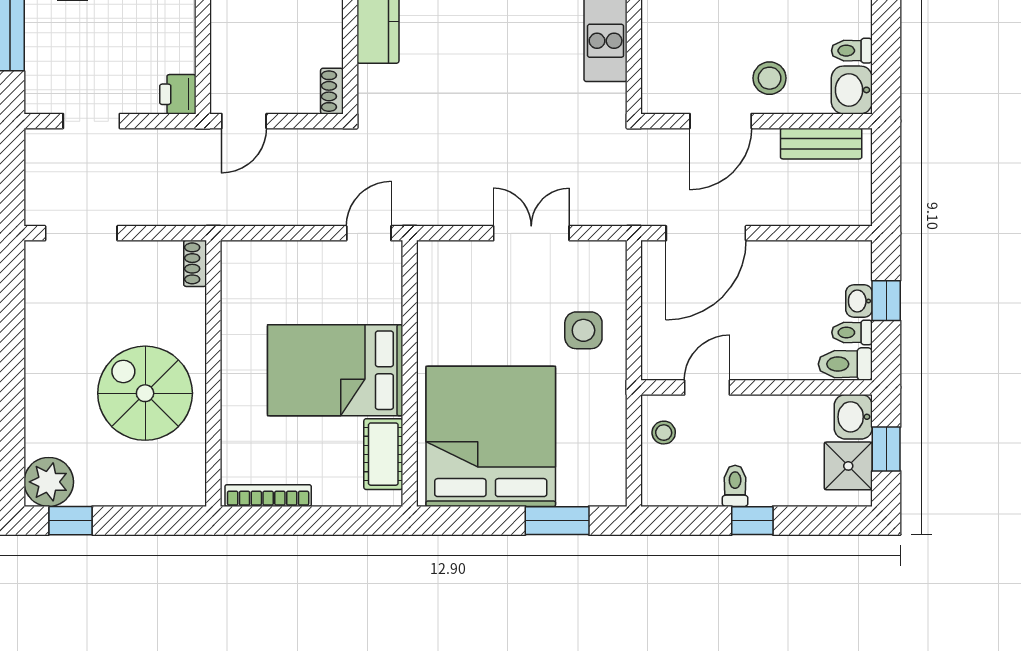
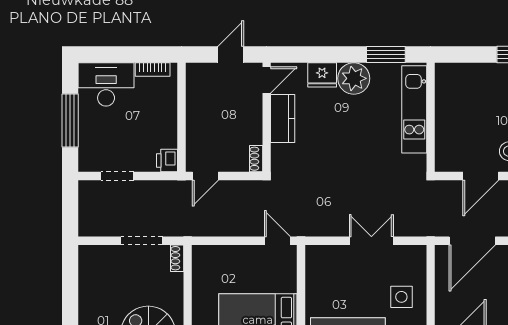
doorway: (81, 233) -> (142, 241), moved
door: (369, 233) -> (277, 241), hinge flipped

